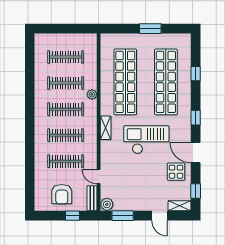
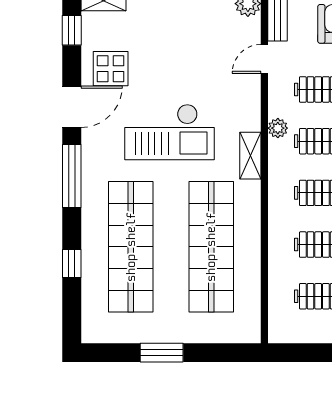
plant: (92, 94) -> (278, 128), moved
window: (196, 118) -> (72, 176), width x2.17
door: (196, 152) -> (72, 107), hinge flipped
door: (99, 177) -> (264, 59), swing flipped

